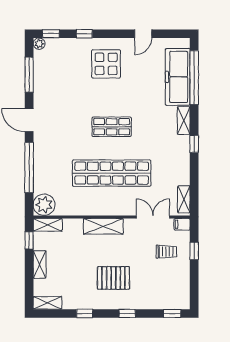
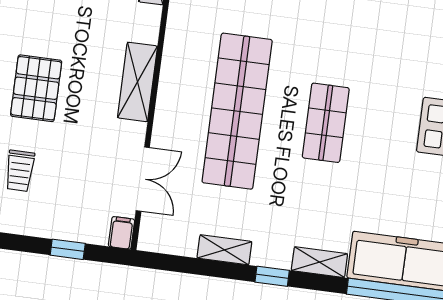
shelving: (184, 199) -> (224, 250), moved
trolley: (166, 252) -> (20, 171), moved

